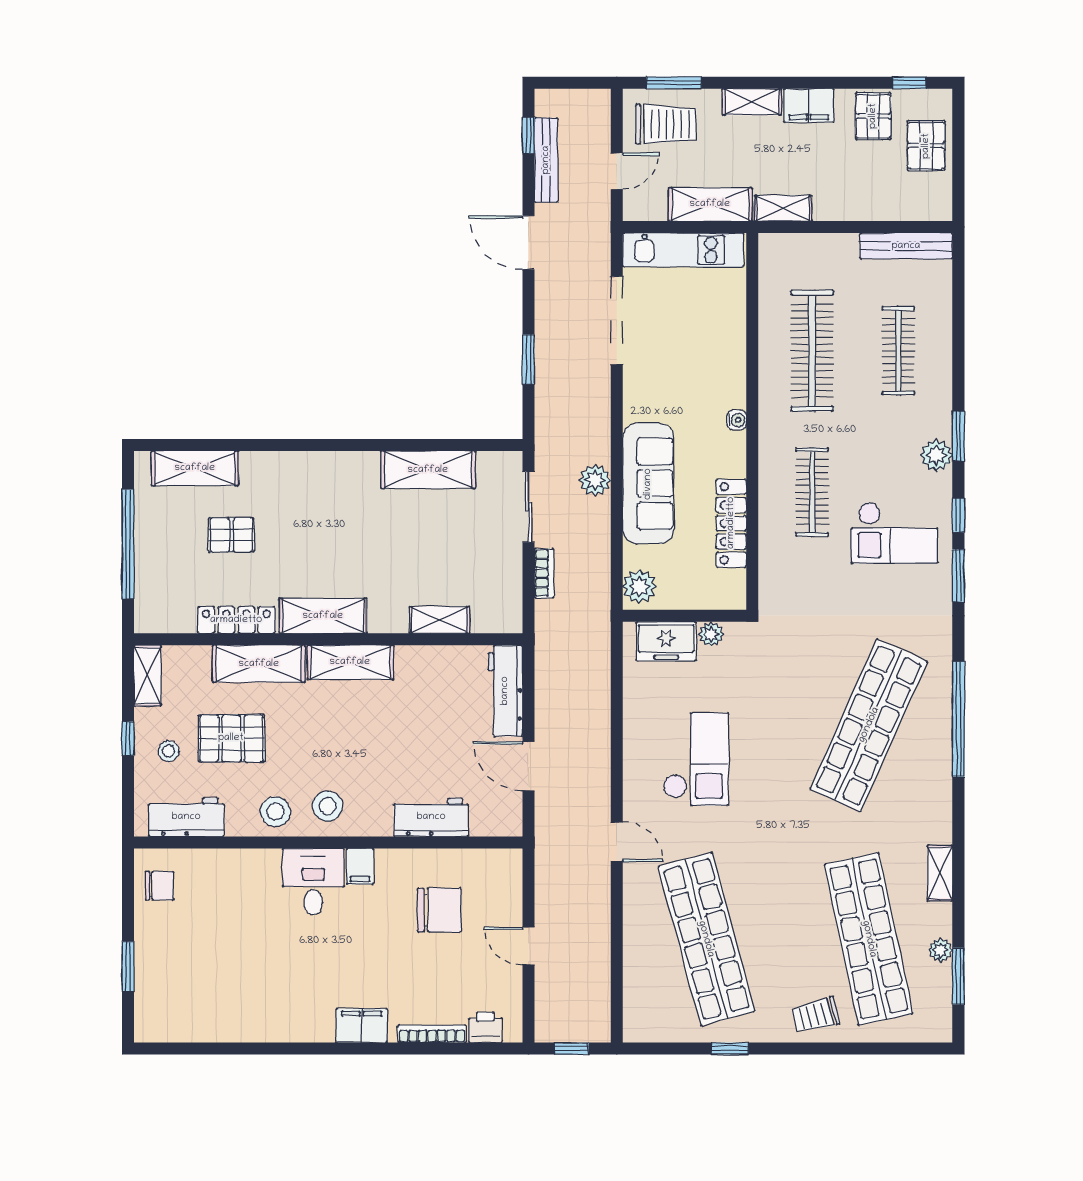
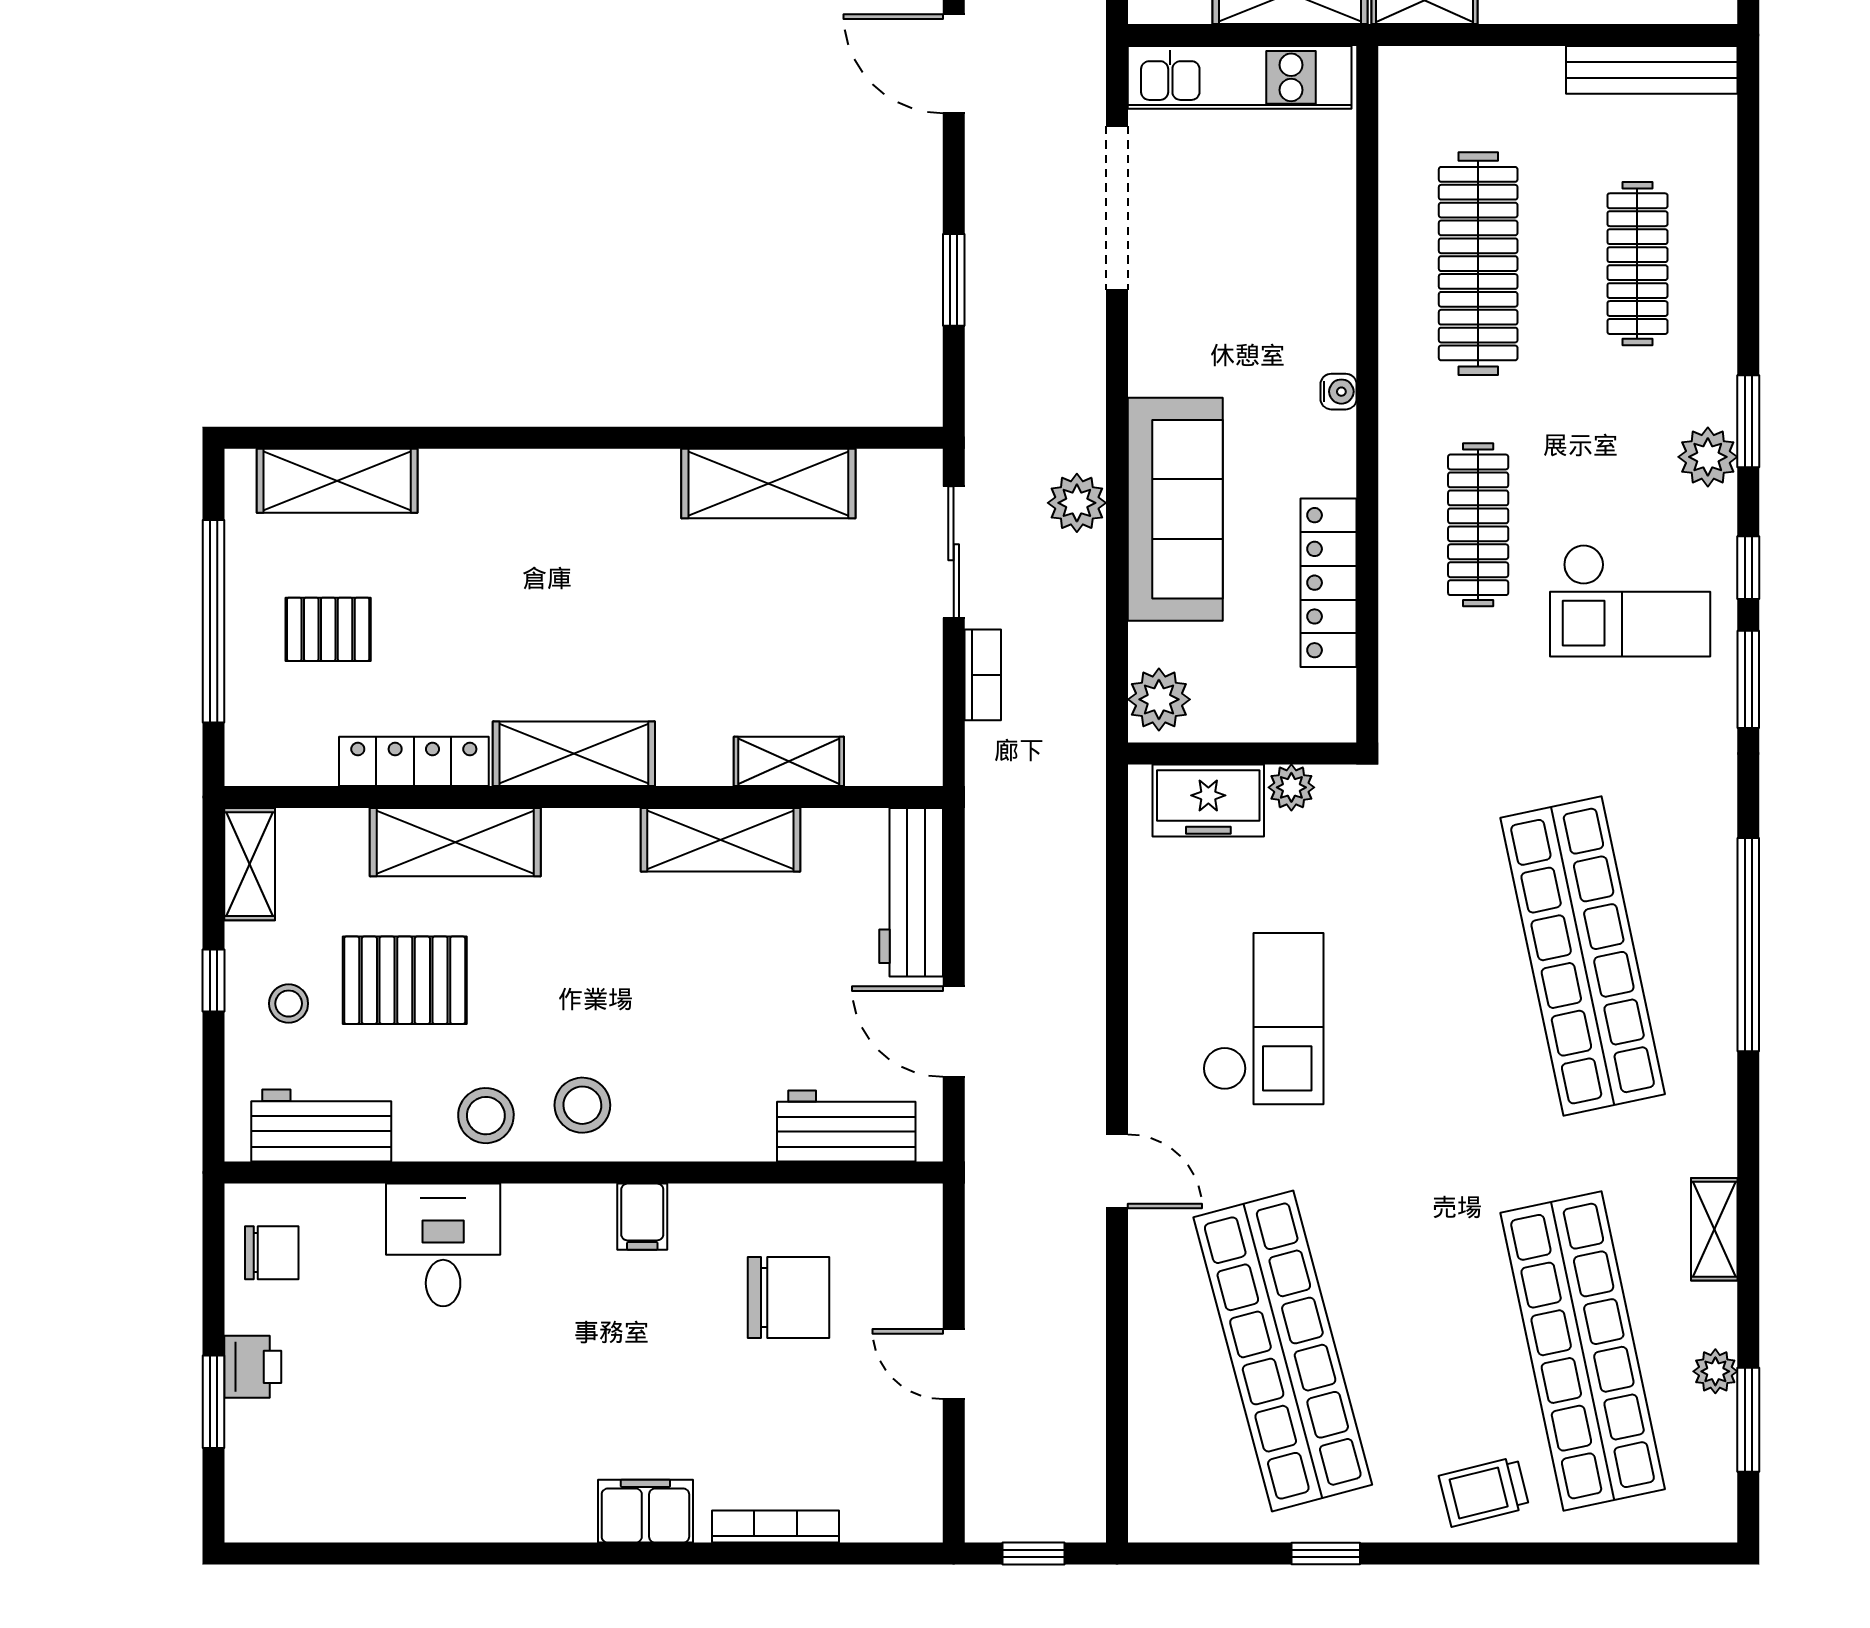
pallet: (231, 535) -> (328, 629), moved
shelving: (350, 662) -> (720, 840), moved
shop shelf: (869, 725) -> (1583, 956), turned -36
workbench: (431, 817) -> (846, 1126), moved
desk: (313, 882) -> (443, 1245), moved
printer: (486, 1027) -> (253, 1367), moved, turned 90

